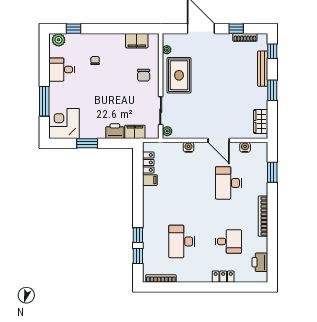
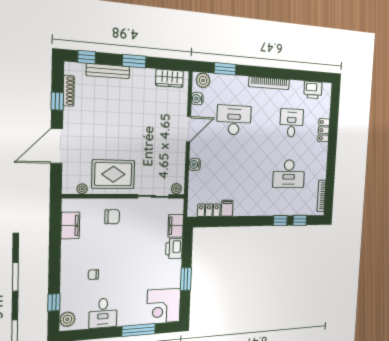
plant: (261, 152) -> (203, 80), added
desk: (228, 183) -> (234, 120), turned 180

